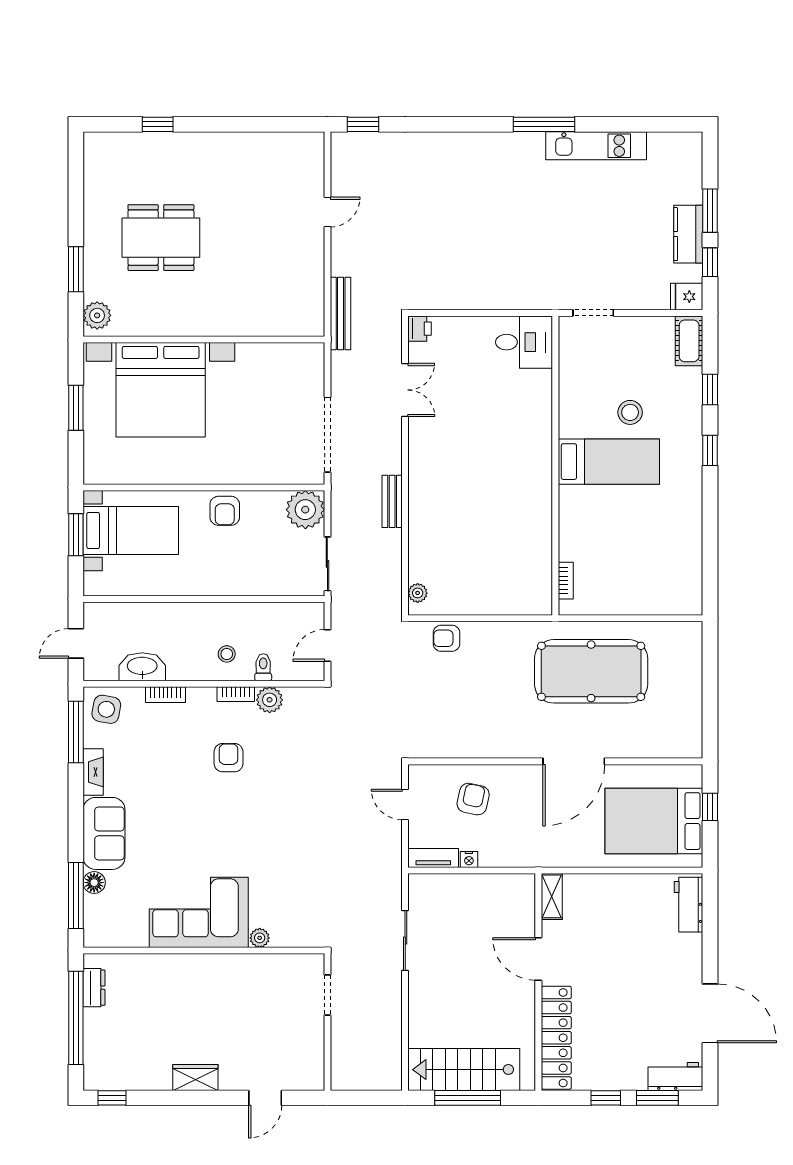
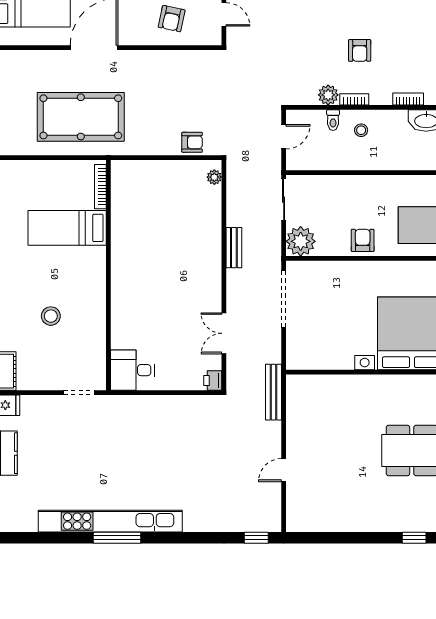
kitchen unit: (596, 146) -> (110, 521), width x1.86
bed: (609, 462) -> (67, 228), moved
bookcase: (566, 581) -> (100, 187), width x1.56

